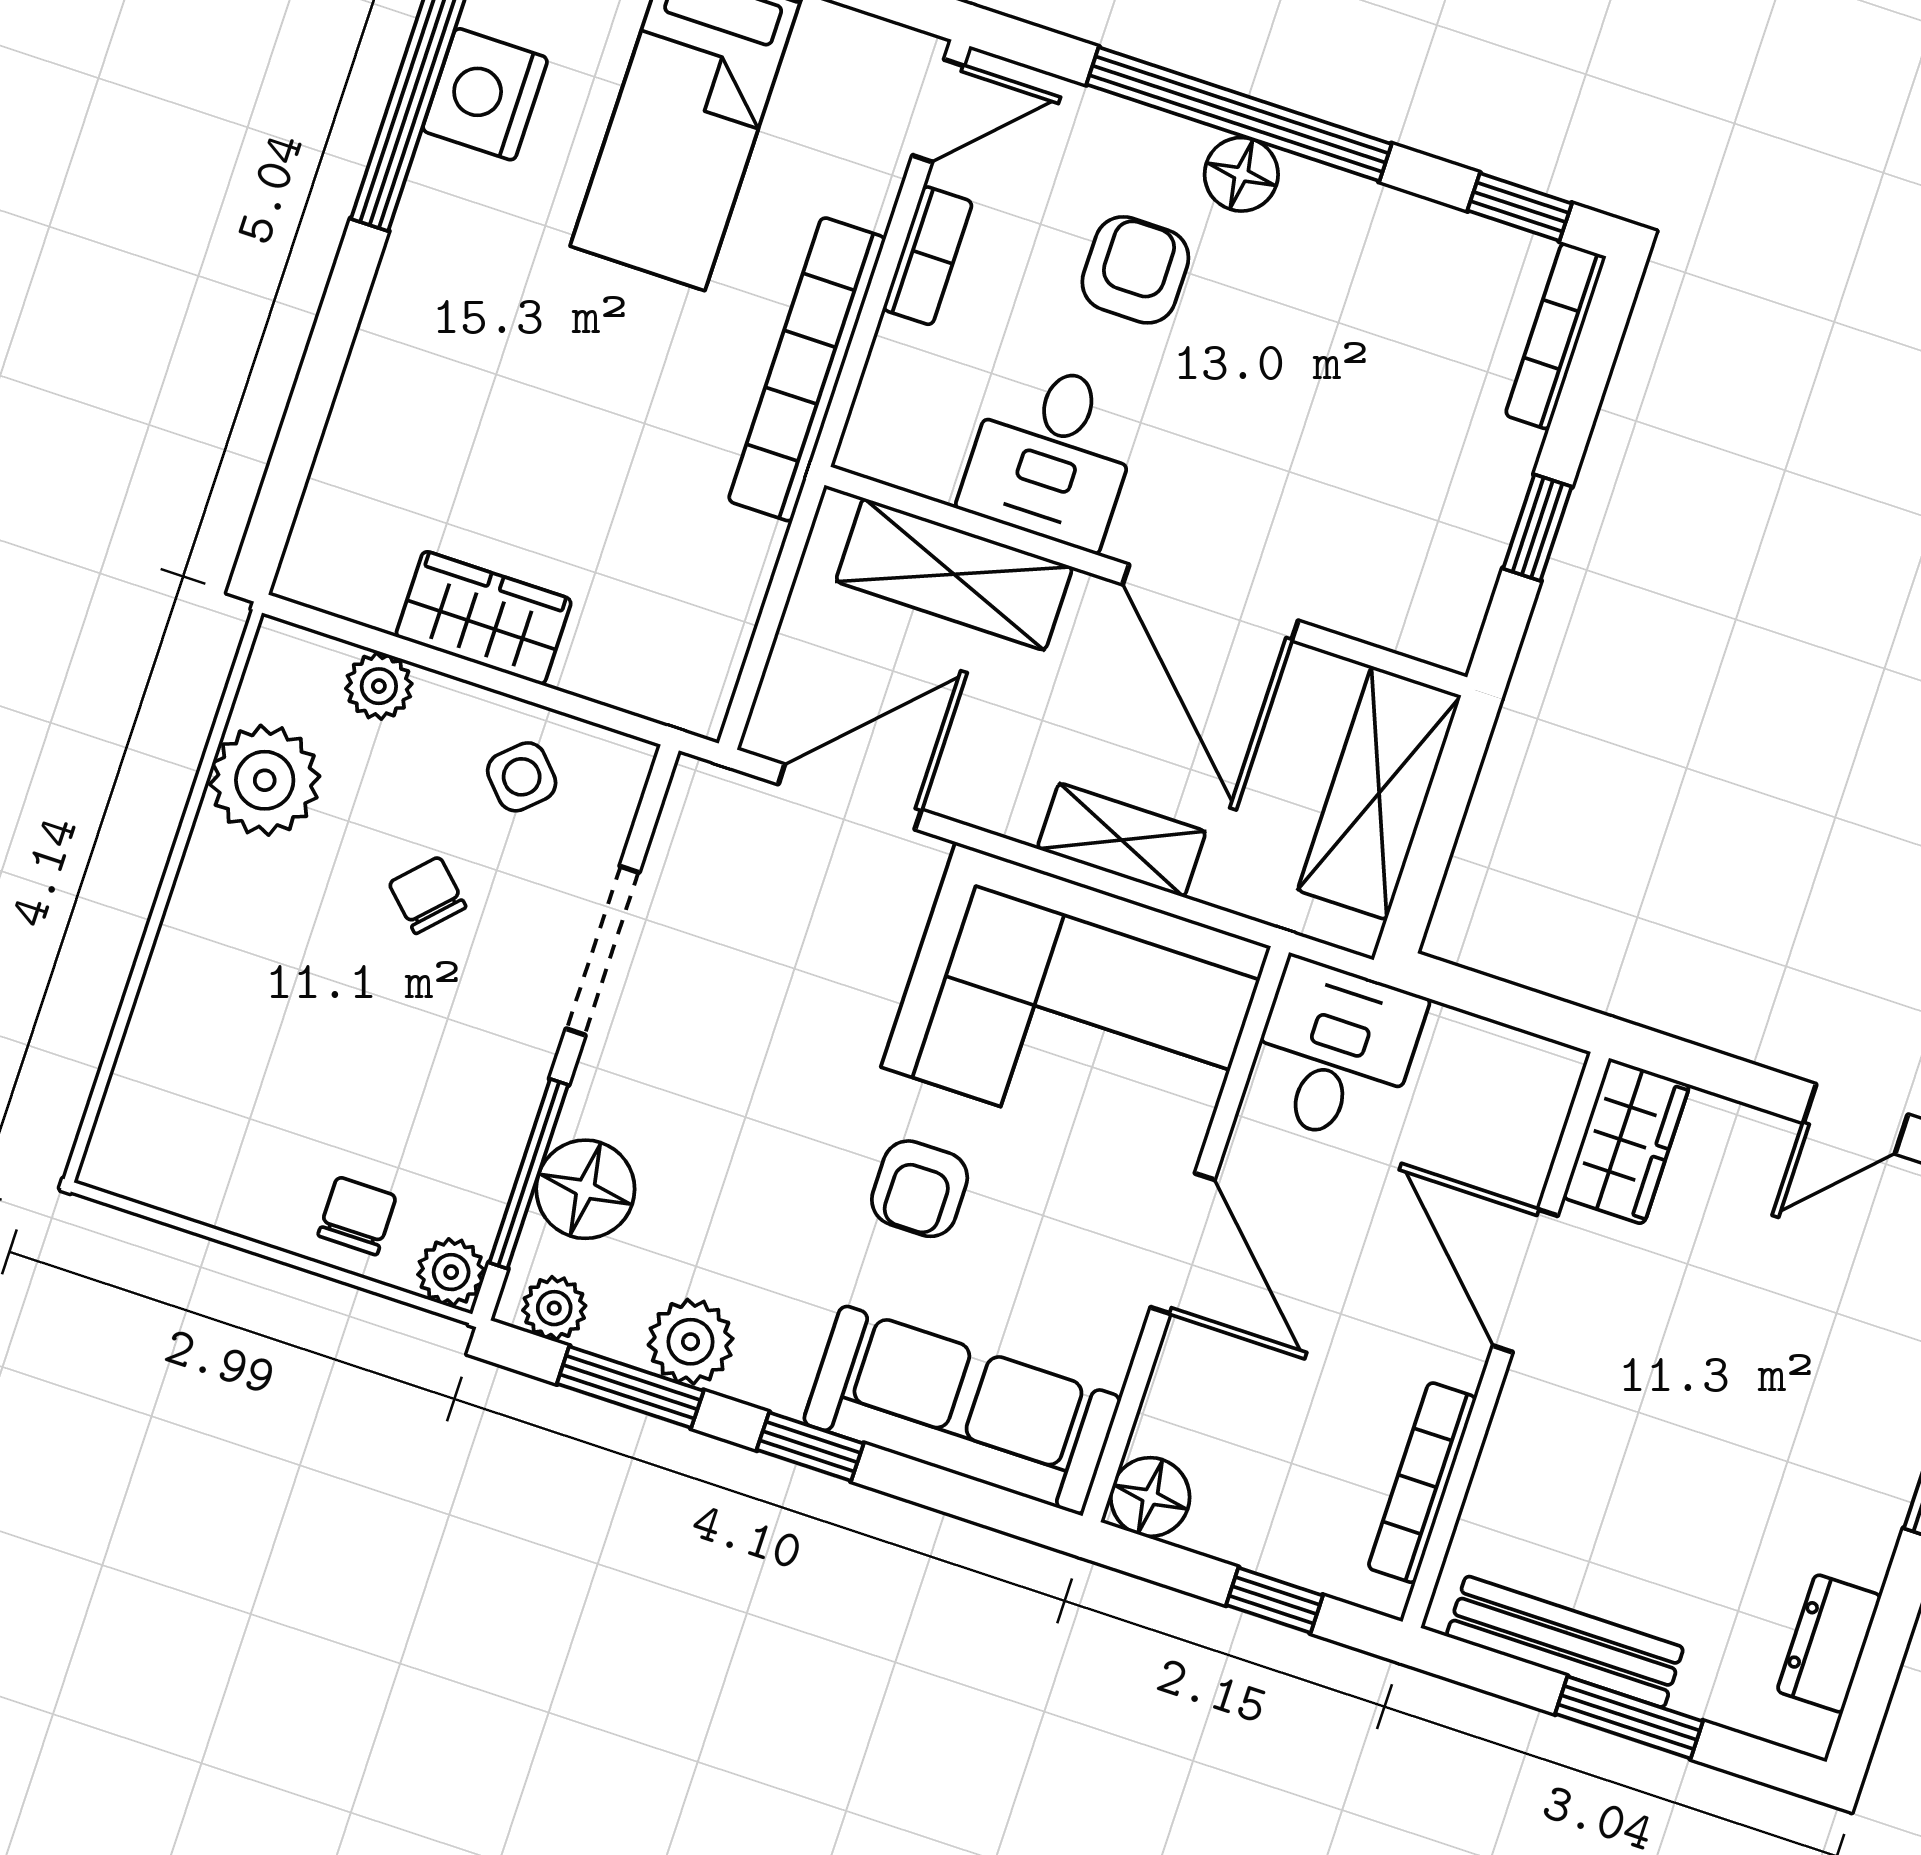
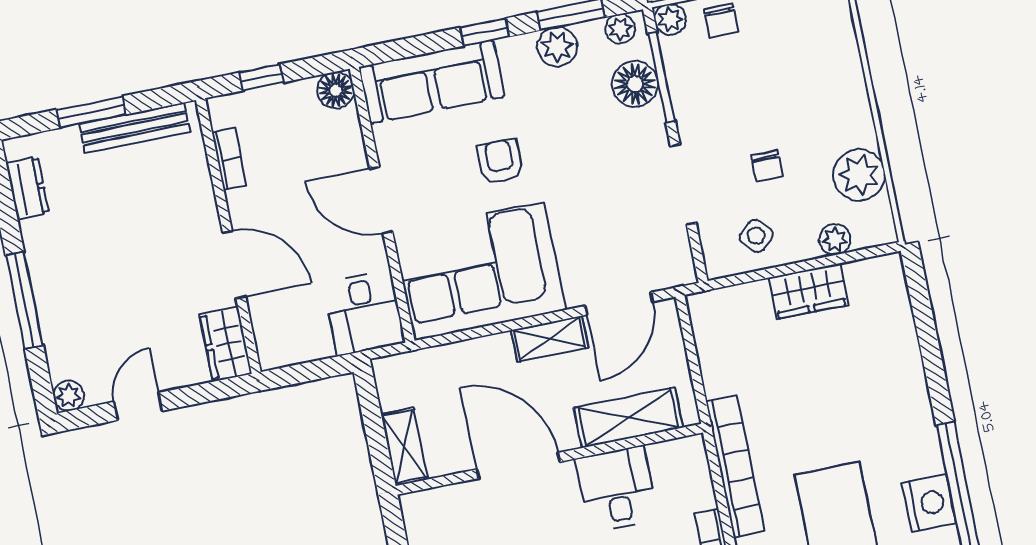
shelving: (1379, 793) -> (404, 447), width x0.67, depth x0.75
shelving: (1122, 840) -> (550, 339), moved
chair: (427, 895) -> (767, 166), turned 46
bookcase: (1422, 1483) -> (229, 159), width x0.64

